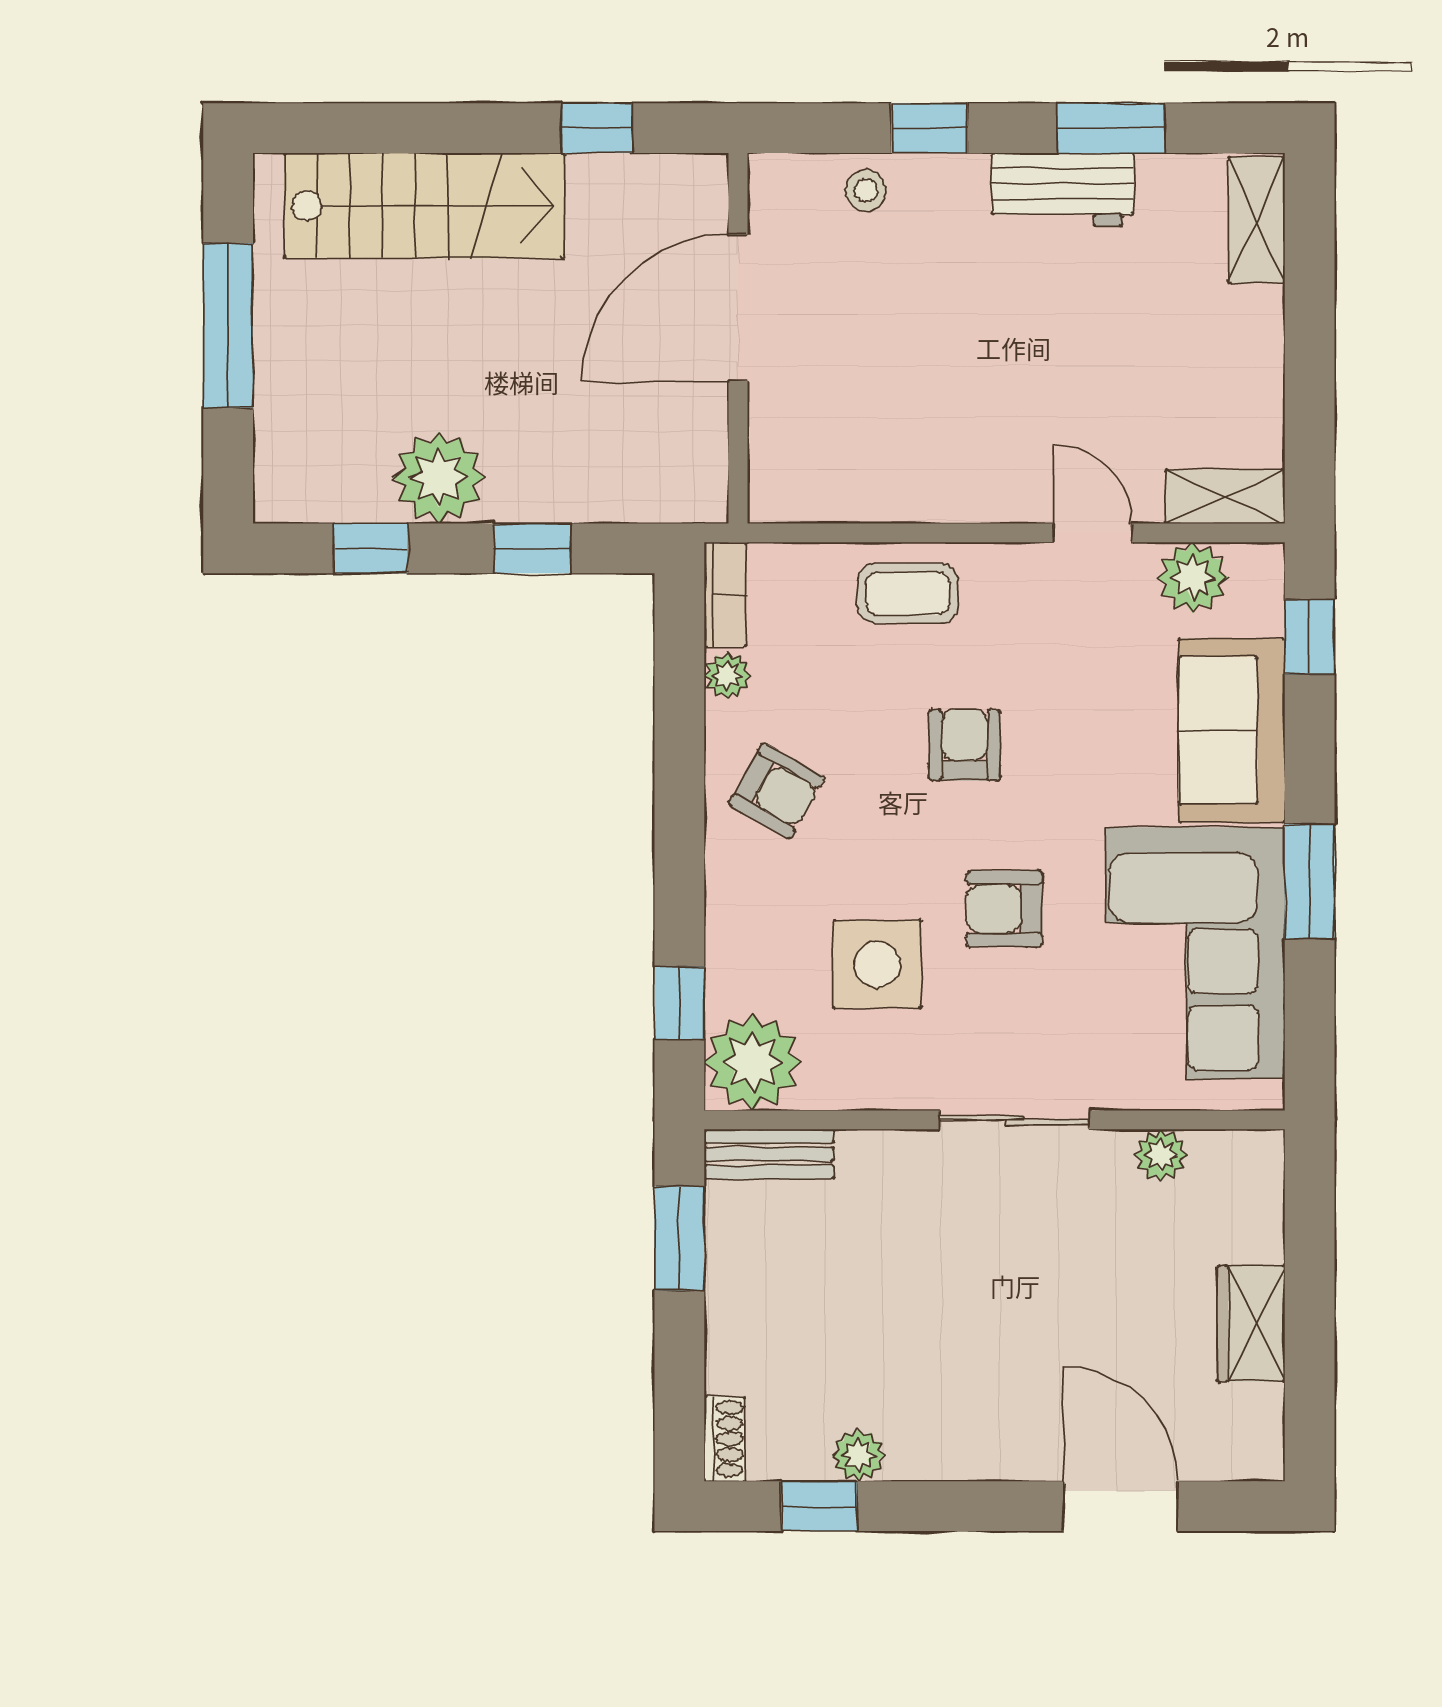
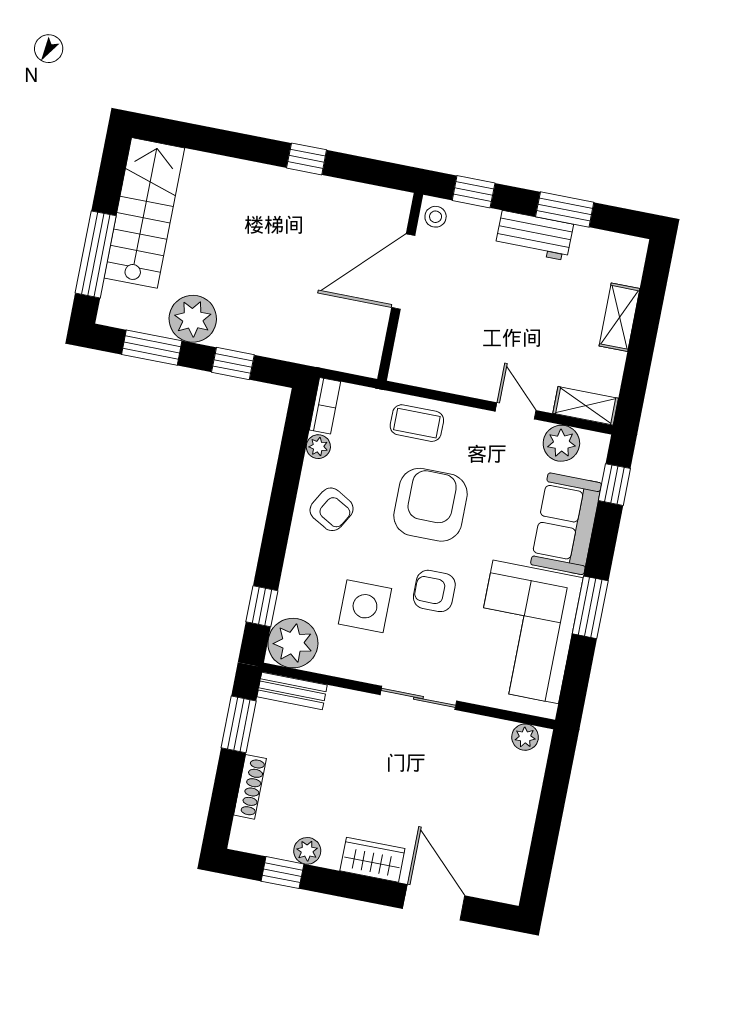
stairs: (425, 206) -> (144, 213), moved, turned -90
shelving: (1257, 220) -> (619, 317), moved
door: (738, 308) -> (403, 272), moved
window: (228, 326) -> (96, 254), moved
wall: (738, 338) -> (400, 287), moved
window: (371, 548) -> (152, 348), width x1.50
armchair: (965, 745) -> (430, 505), width x1.88, depth x1.88
plant: (1161, 1155) -> (525, 737), moved
wardrobe: (1251, 1324) -> (372, 860), moved, turned 90
shoe rack: (725, 1439) -> (250, 787), moved, width x1.43

